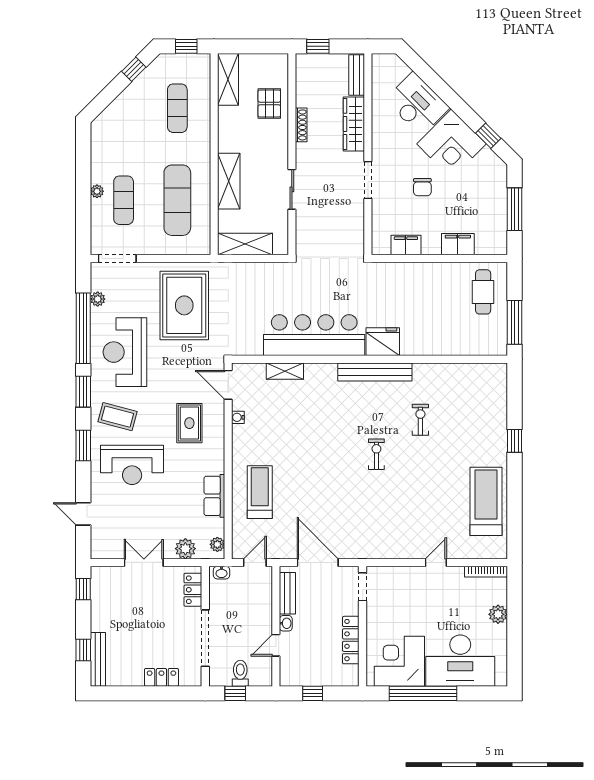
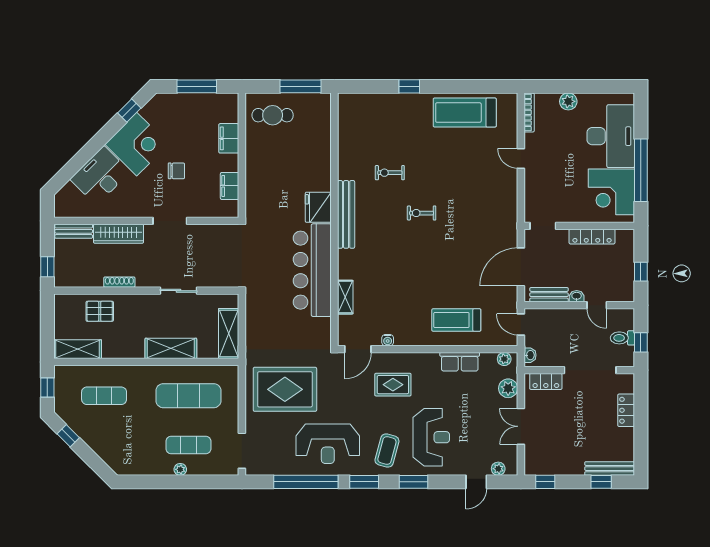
plant: (98, 299) -> (498, 469), moved

